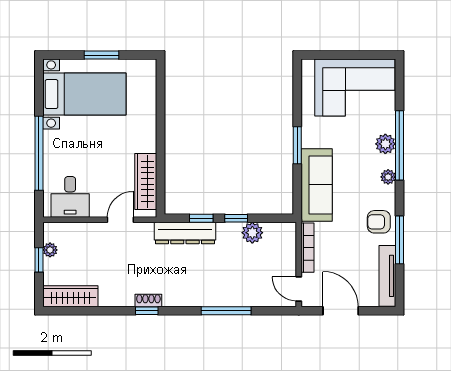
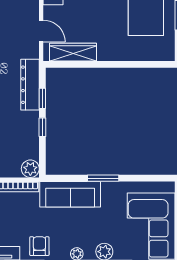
plant: (252, 233) -> (30, 169), moved

